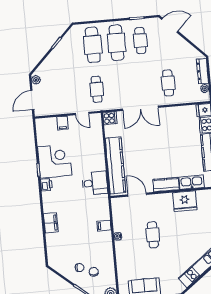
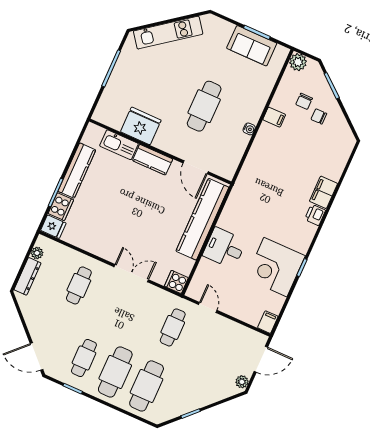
double door: (140, 108) -> (131, 273), width x0.73
filing cabinet: (62, 123) -> (268, 322), moved
desk: (95, 183) -> (224, 248), moved
printer: (46, 185) -> (315, 215), moved
filing cabinet: (104, 226) -> (274, 117), moved
cafe table: (153, 235) -> (204, 106), width x1.37, depth x1.35

